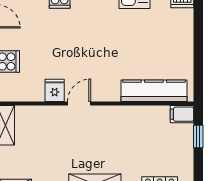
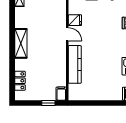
kitchen counter: (154, 91) -> (75, 64), moved

